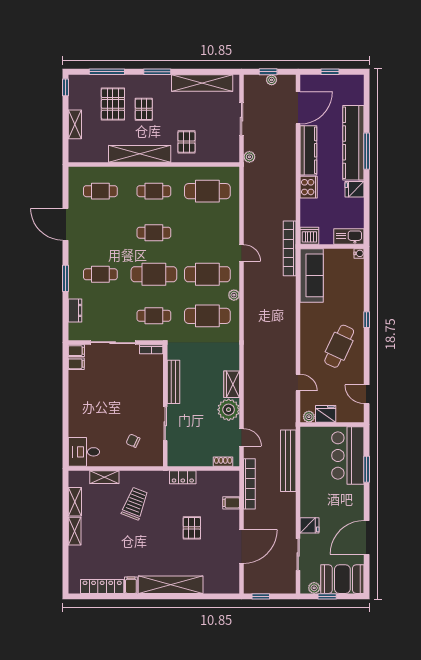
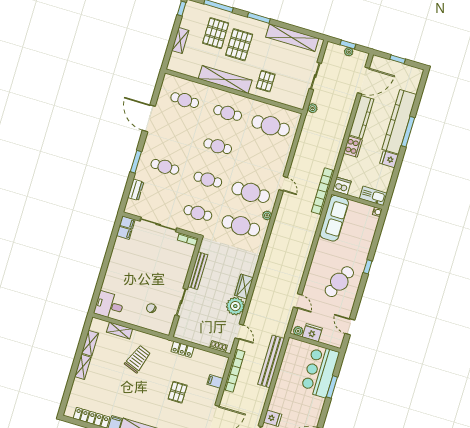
pallet: (144, 109) -> (239, 45), width x1.50, depth x1.42
cafe table: (154, 274) -> (208, 180), width x0.73, depth x0.74

